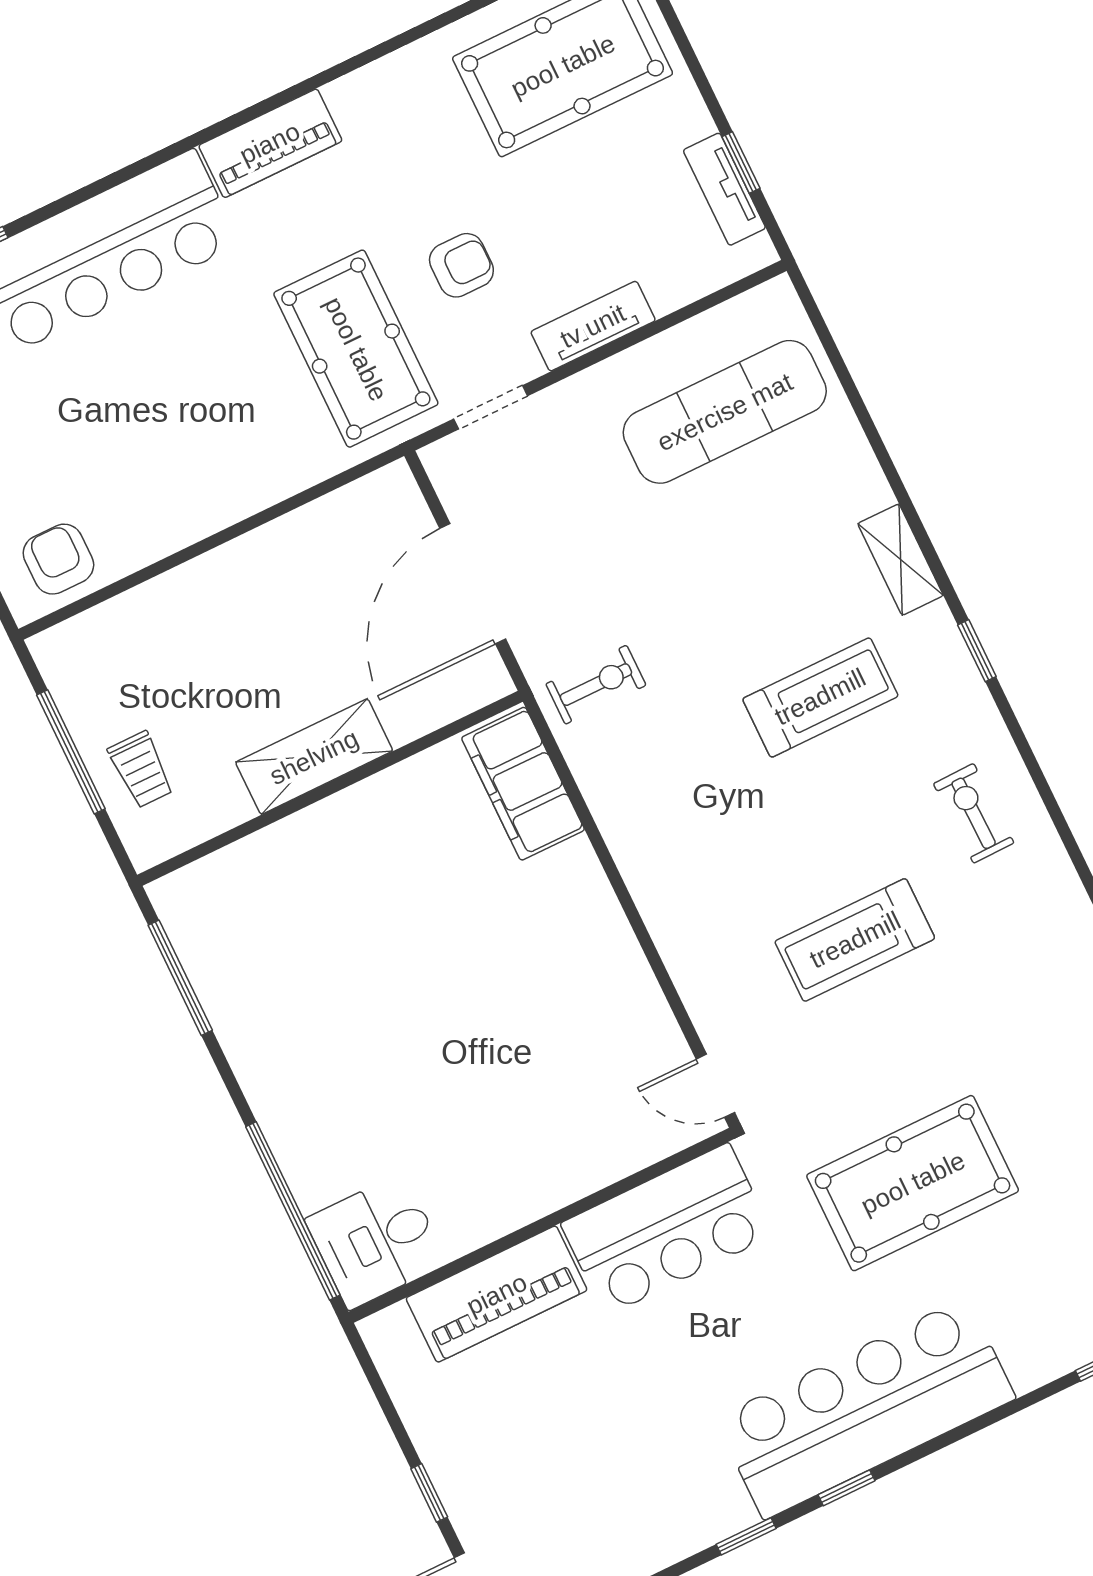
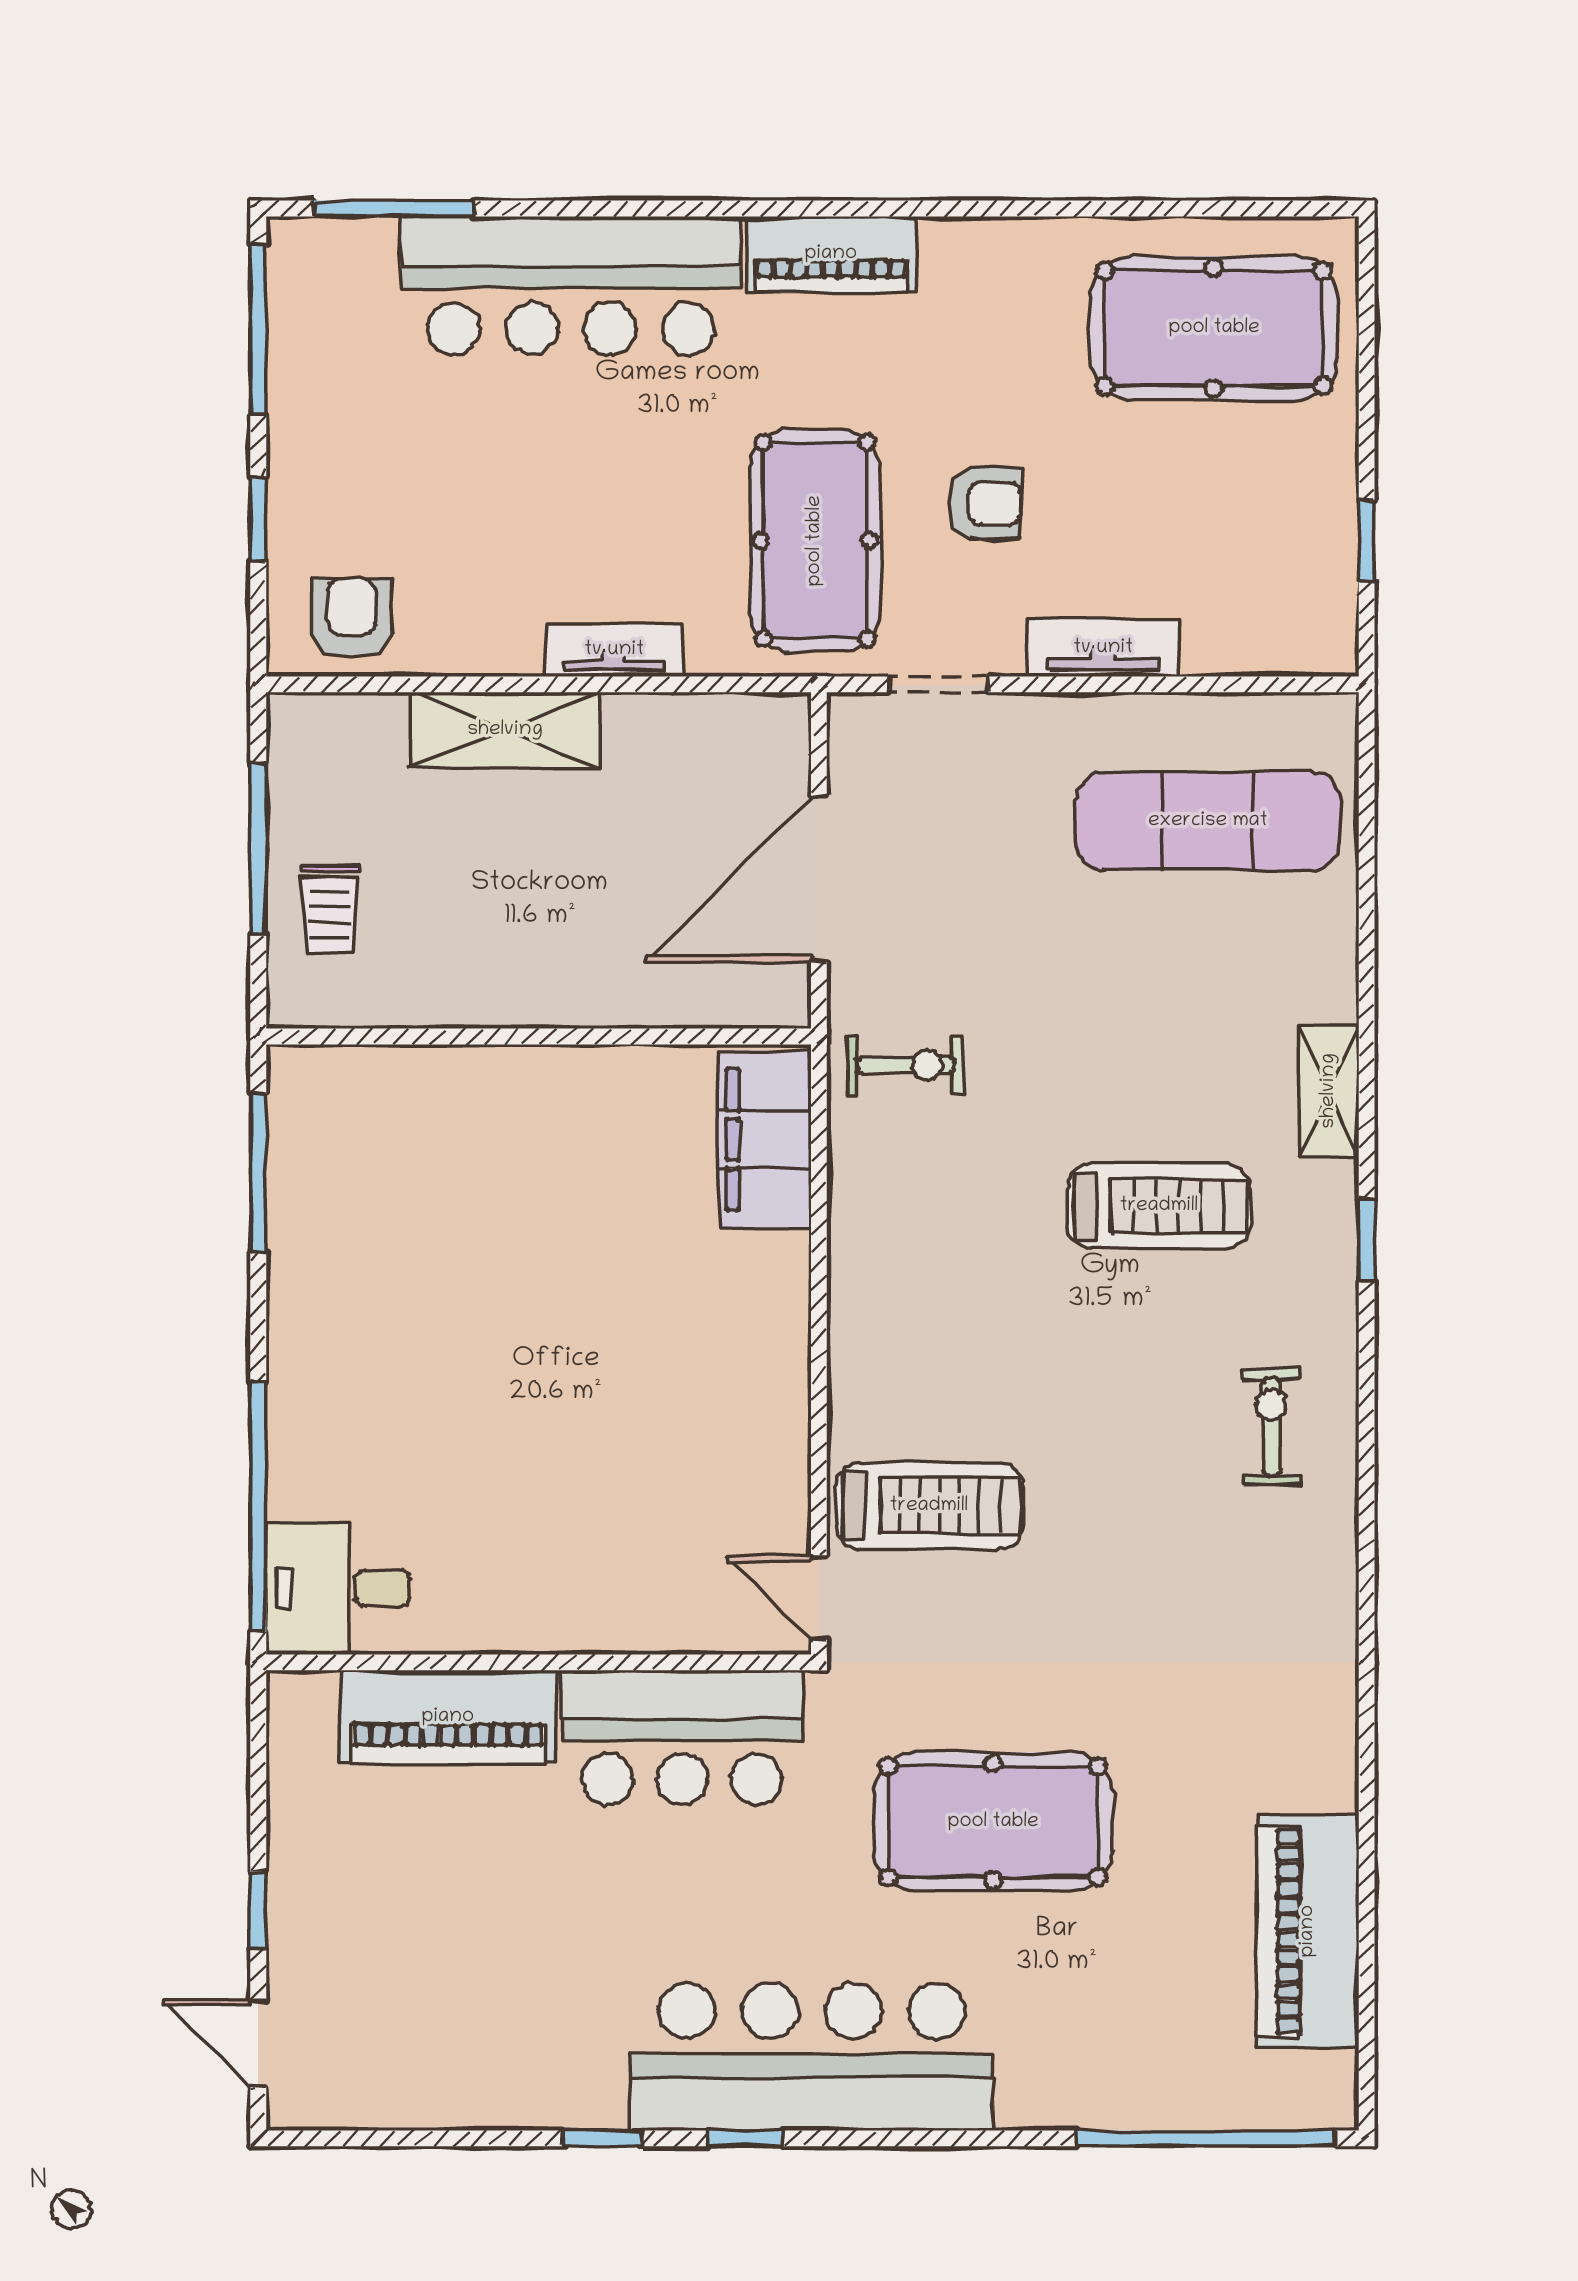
tv unit: (724, 189) -> (614, 650), moved, turned 90
shelving: (314, 757) -> (505, 730), moved
treadmill: (855, 940) -> (929, 1506), moved, turned 180

